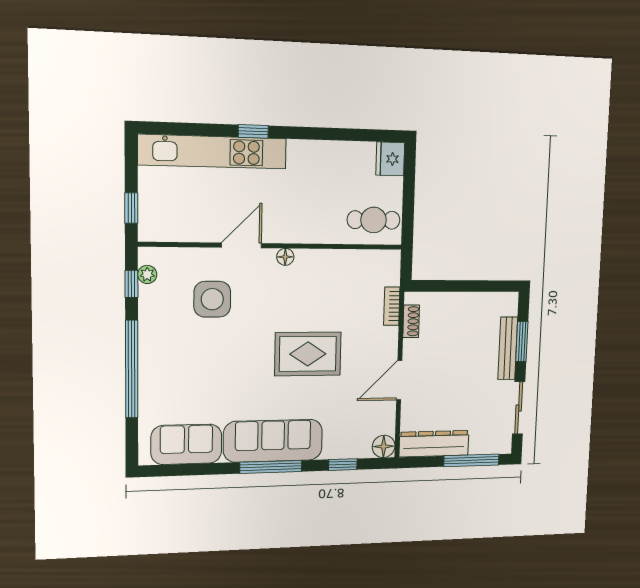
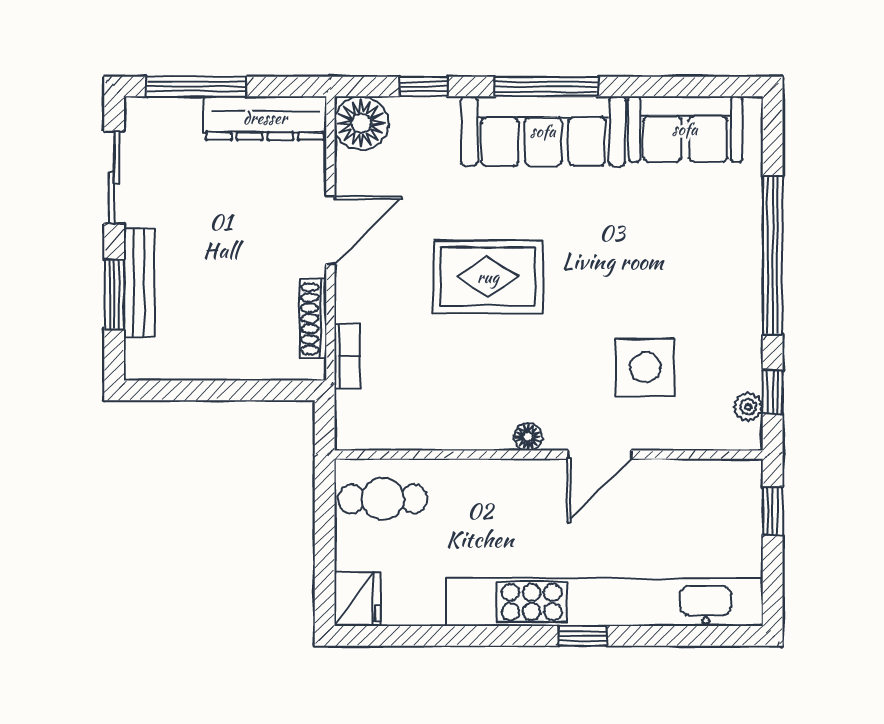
kitchen unit: (213, 152) -> (605, 602), width x1.36
shoe rack: (411, 321) -> (313, 319), width x1.43
floor lamp: (384, 446) -> (361, 123), width x1.38, depth x1.38

